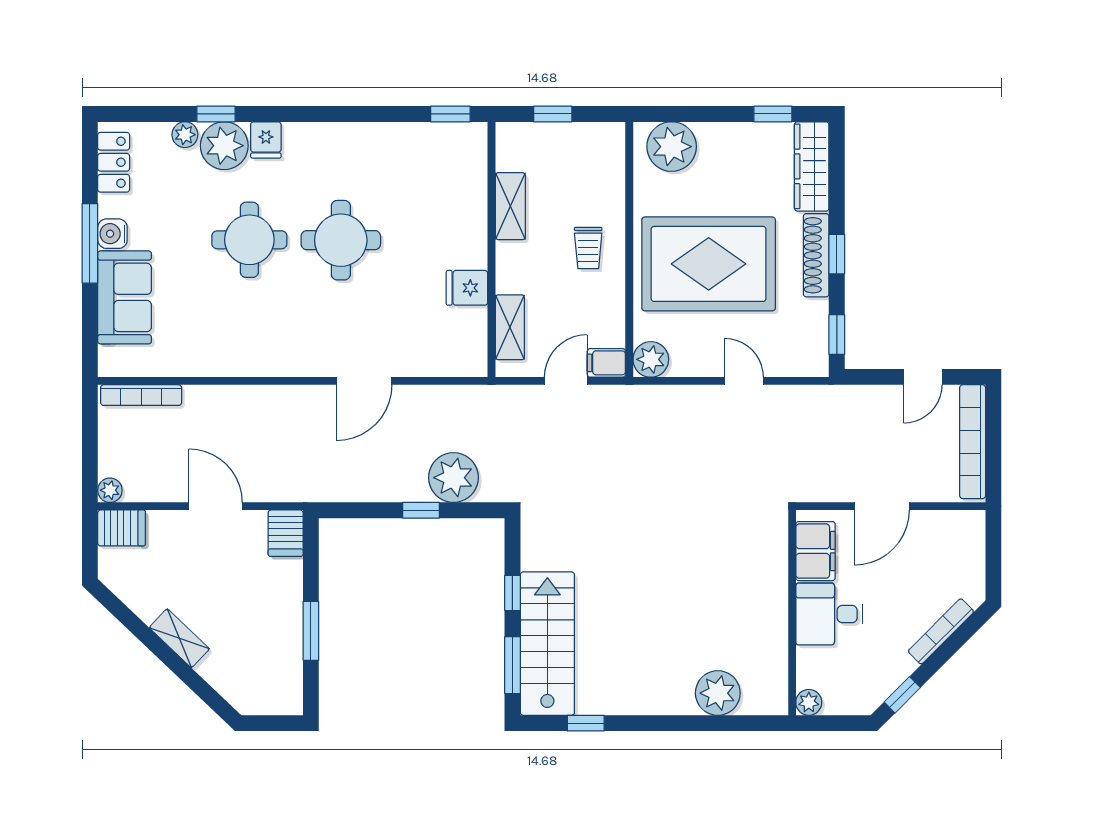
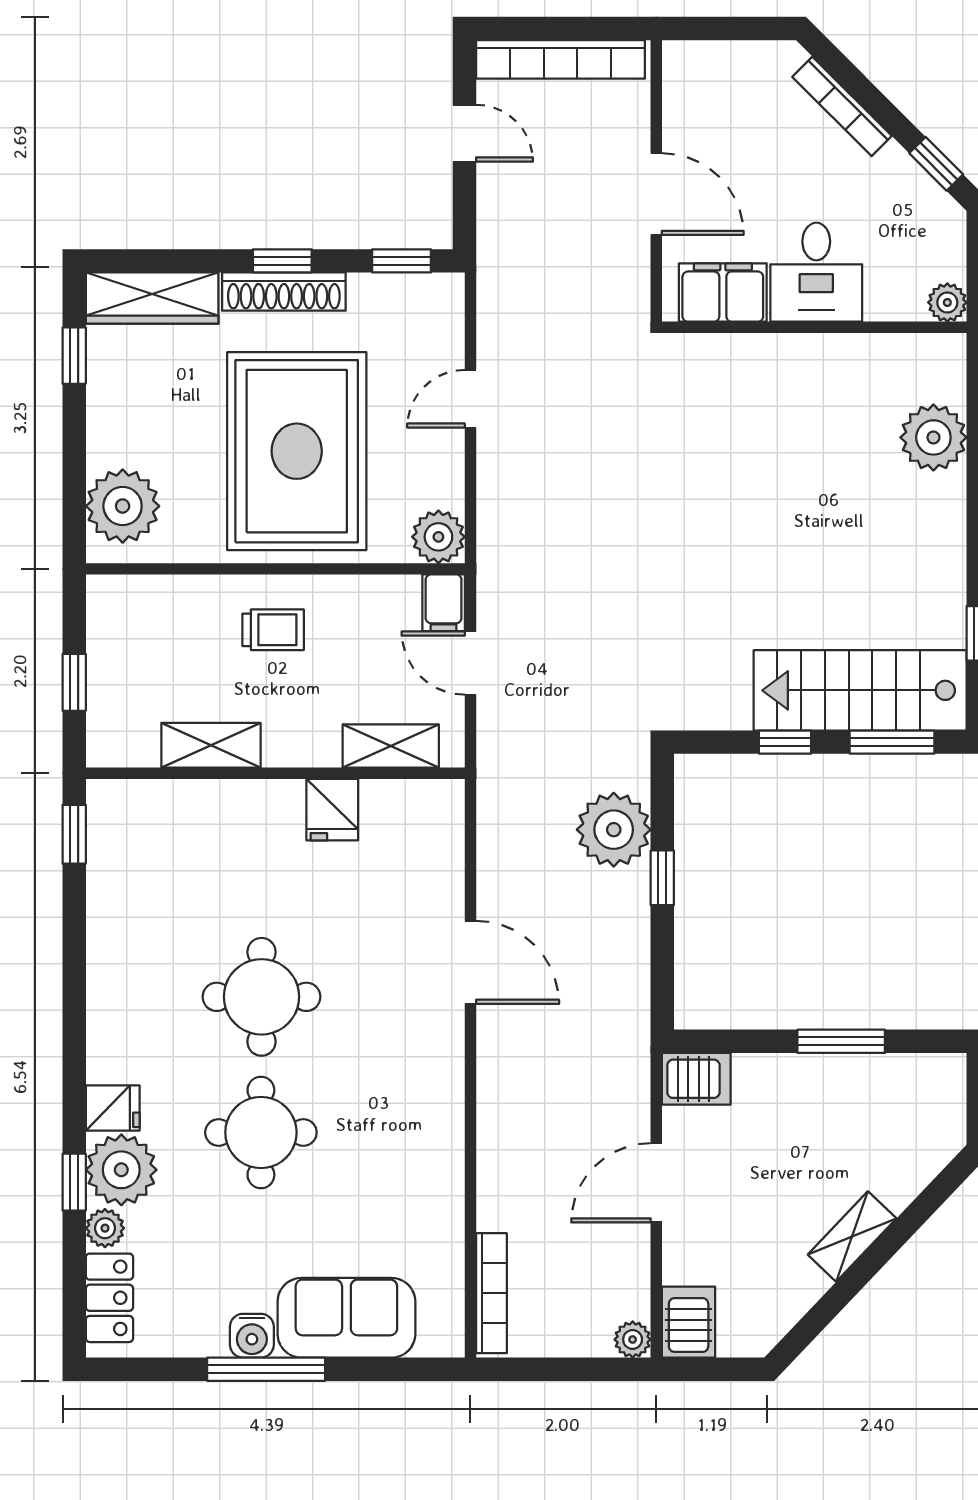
locker: (114, 162) -> (109, 1298), moved, turned 90

